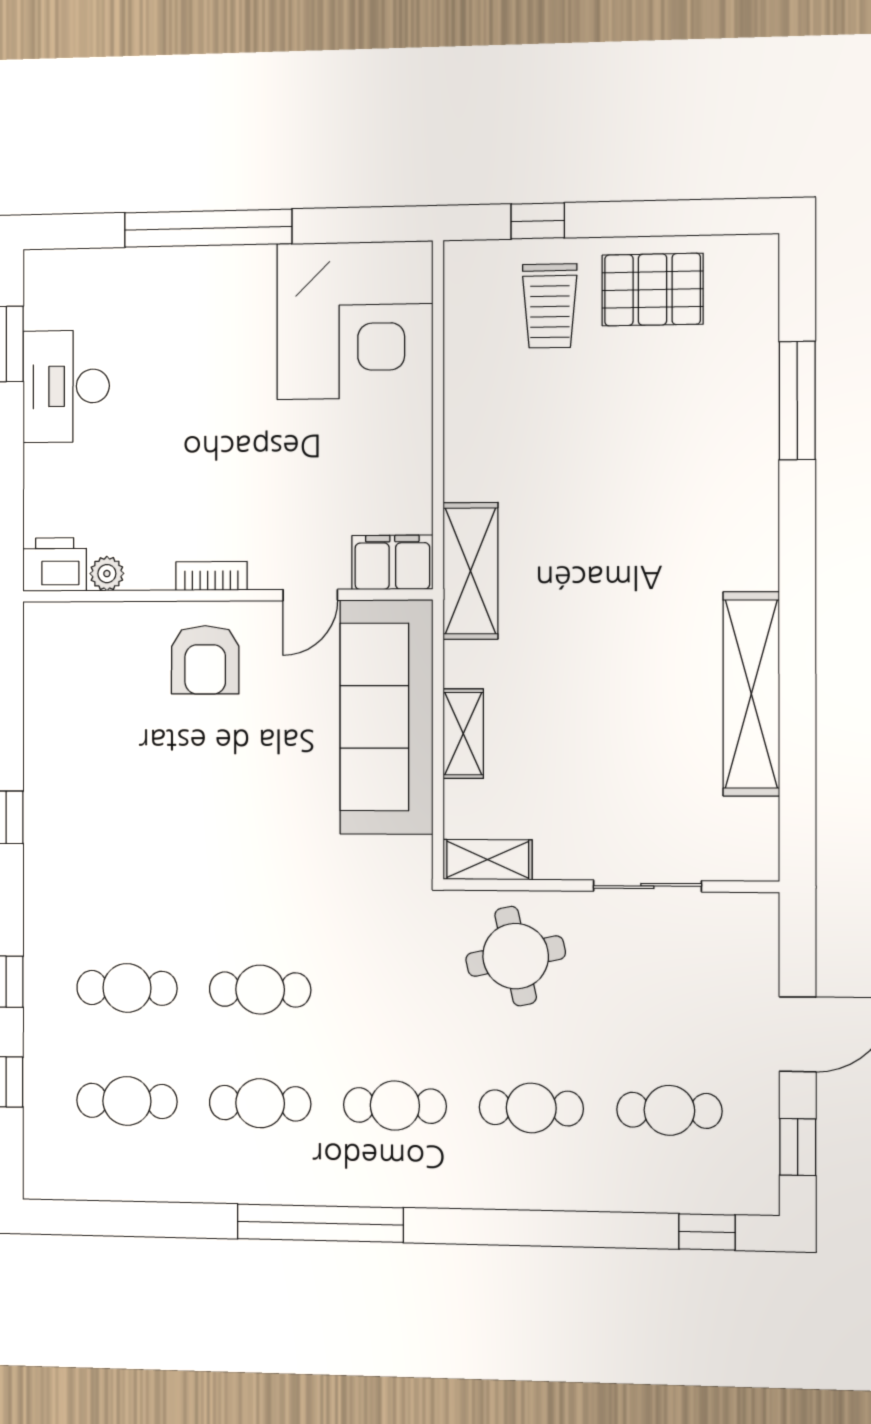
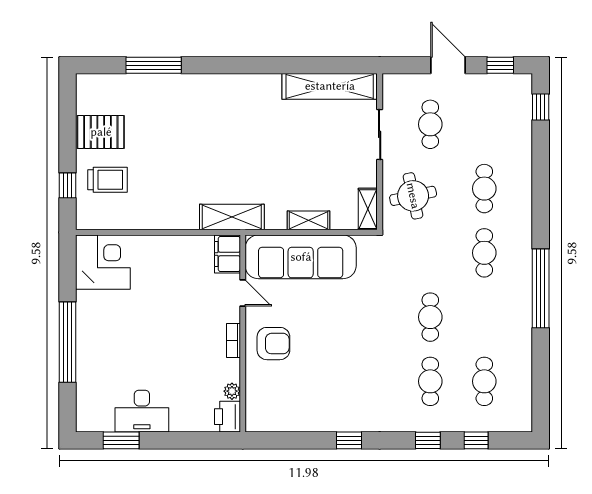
pallet: (653, 290) -> (101, 132), turned 90
corner desk: (355, 320) -> (103, 262), width x0.74, depth x0.74
shelving: (751, 694) -> (330, 86), moved
cafe table: (260, 1103) -> (484, 317), removed
cafe table: (669, 1110) -> (430, 124), moved

